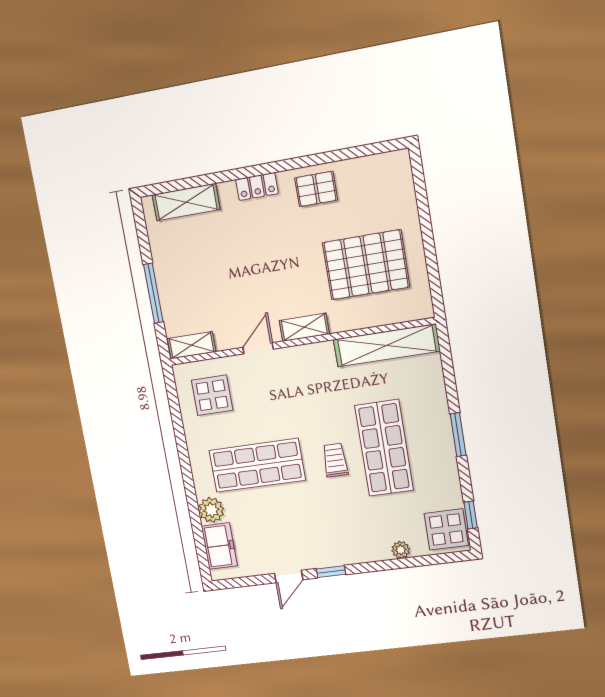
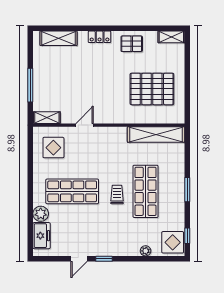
shelving: (304, 327) -> (171, 37), moved

